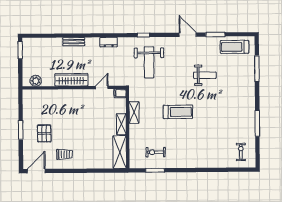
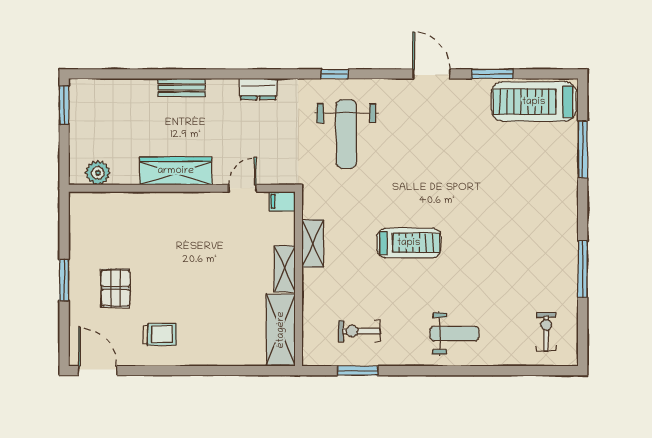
treadmill: (234, 47) -> (534, 102), width x1.37, depth x1.38
weight bench: (205, 75) -> (454, 334), moved
door: (36, 171) -> (98, 371), hinge flipped

